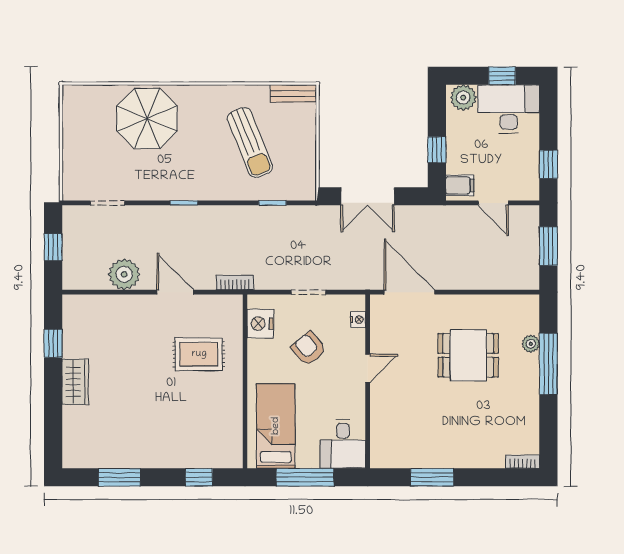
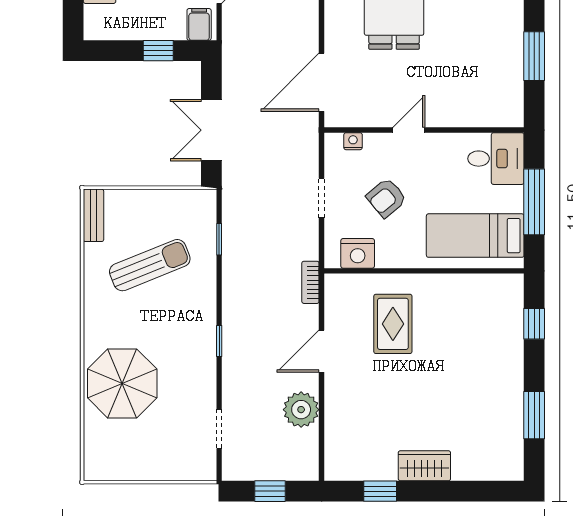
plant: (463, 98) -> (98, 20), removed
double door: (368, 196) -> (211, 130), swing flipped
door: (368, 368) -> (409, 130), hinge flipped

